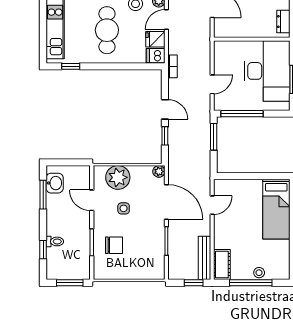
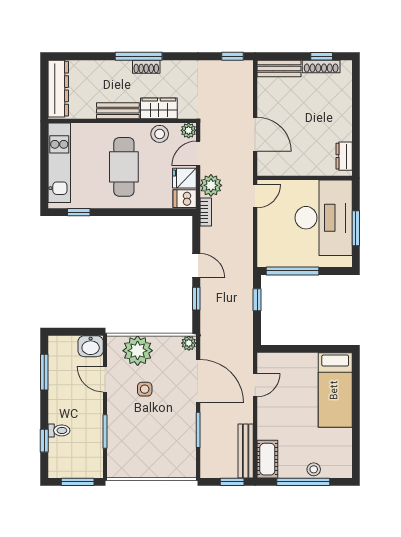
plant: (177, 45) -> (211, 185), added
door: (212, 84) -> (255, 196), moved
window: (214, 137) -> (257, 300), width x0.67
washbasin: (55, 183) -> (91, 346), moved, turned 90
chair: (114, 245) -> (133, 435), removed

